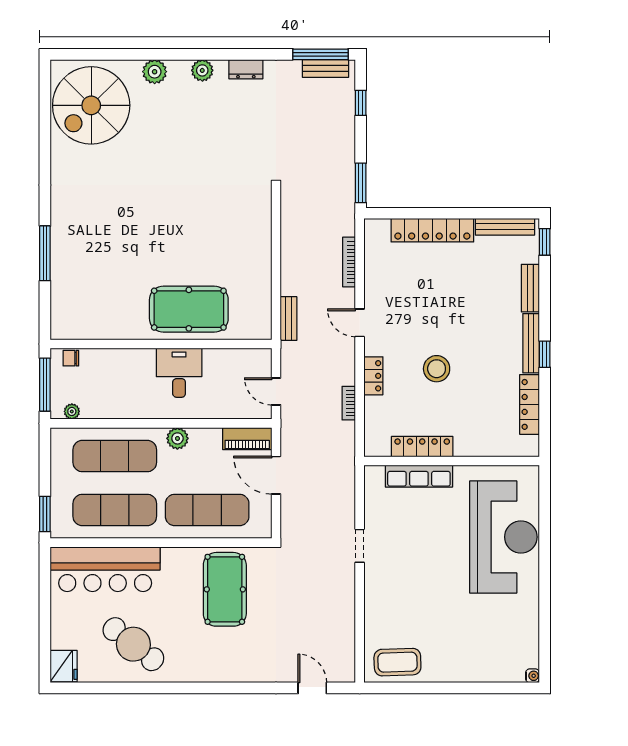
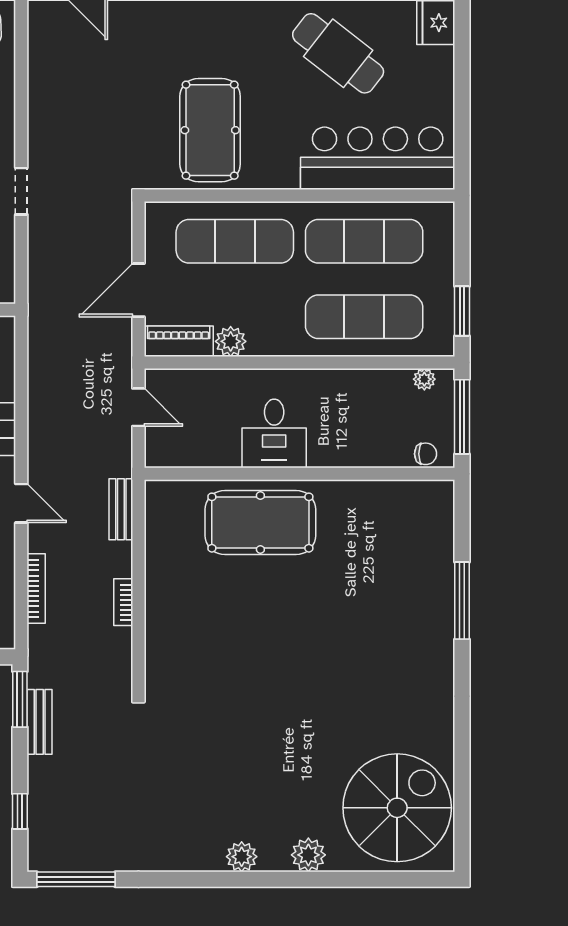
bench: (326, 68) -> (40, 722), moved, turned 90
dresser: (246, 69) -> (181, 858), removed
bookcase: (349, 403) -> (123, 602), moved, turned 180
plant: (177, 438) -> (231, 341), moved
door: (276, 475) -> (138, 290), swing flipped
window: (45, 514) -> (462, 311), moved

